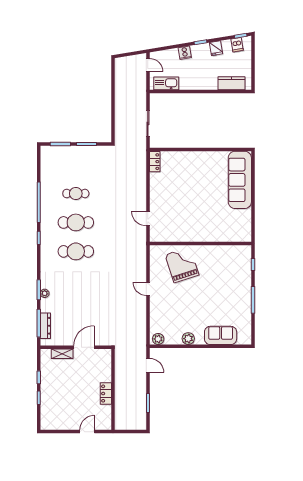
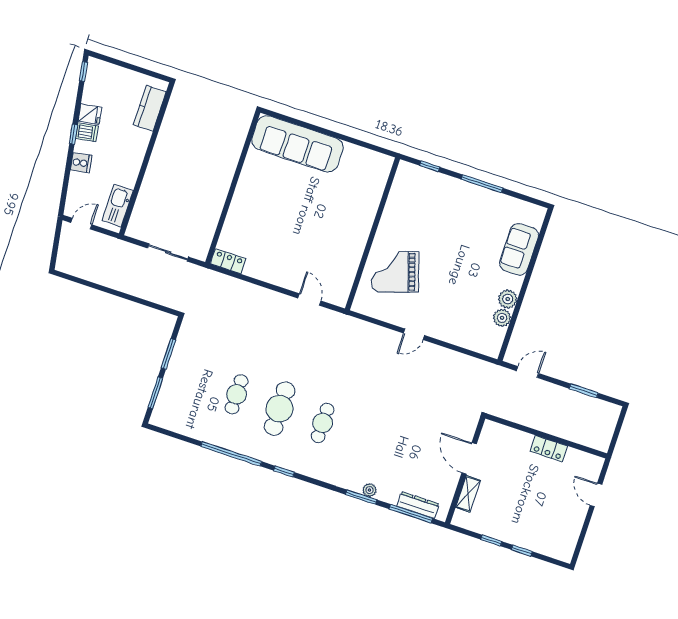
dishwasher: (237, 45) -> (87, 132), moved
door: (148, 219) -> (309, 299), swing flipped
cafe table: (76, 251) -> (323, 423), width x0.73, depth x0.74
plant: (158, 339) -> (502, 318), moved

